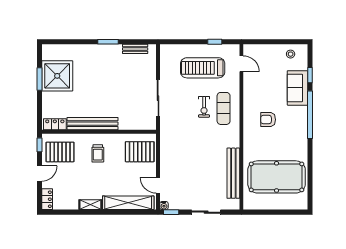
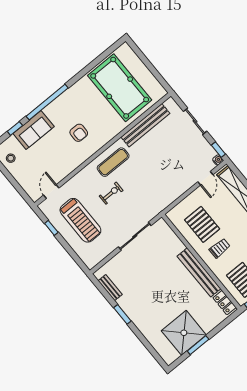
exercise mat: (224, 108) -> (113, 162), moved
pallet: (140, 152) -> (202, 224), moved

